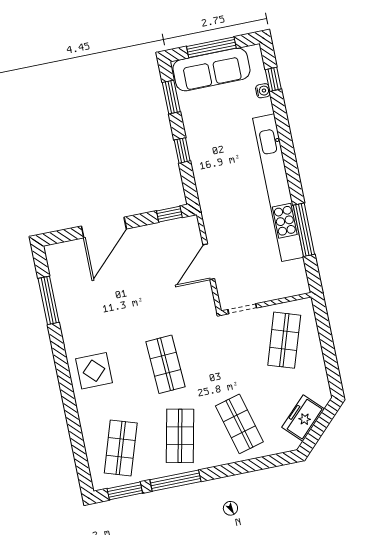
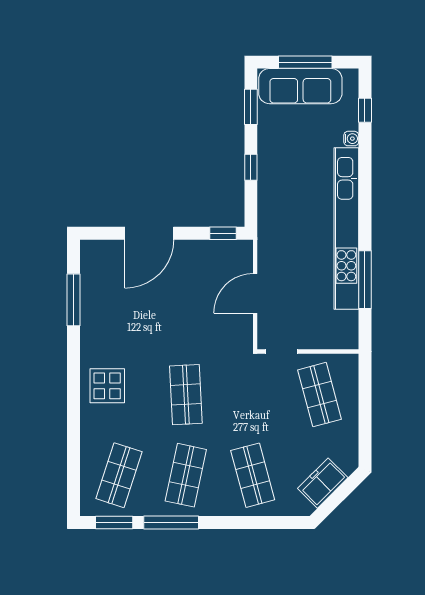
water cooler: (263, 91) -> (351, 139), moved
shop shelf: (284, 340) -> (319, 395), turned -33

